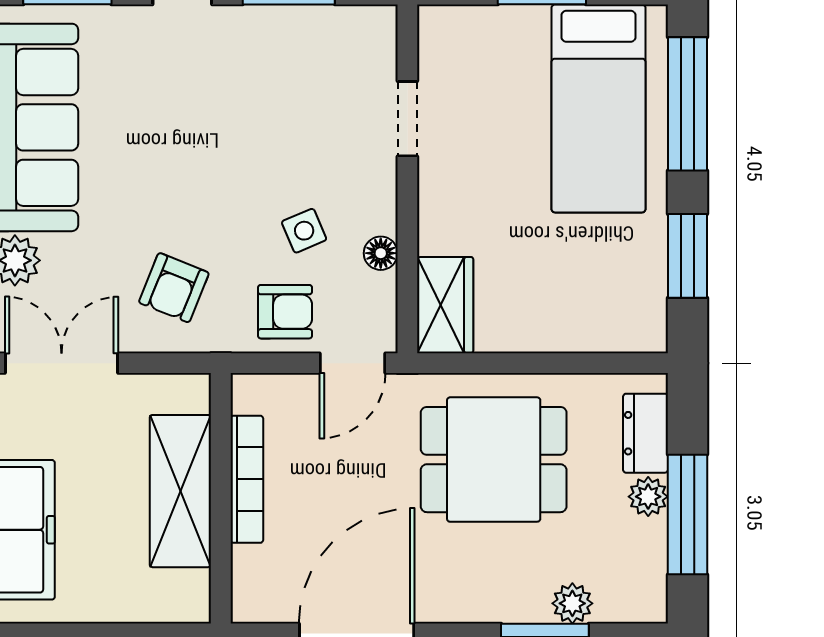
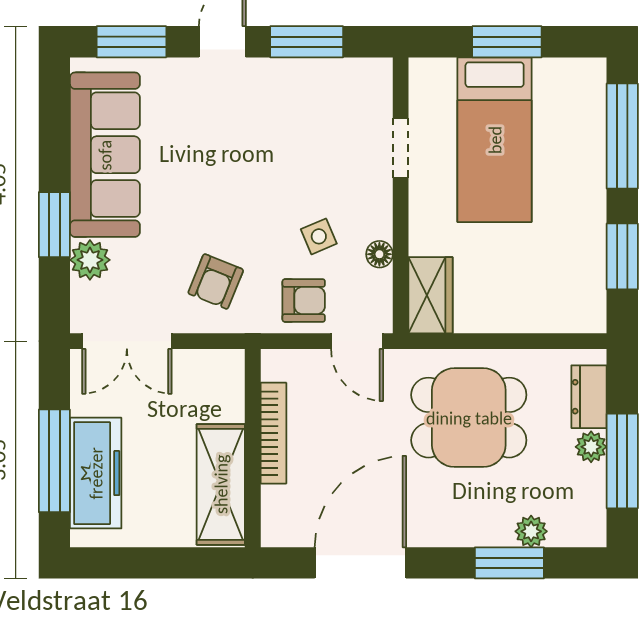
bed: (599, 108) -> (495, 140), moved
double door: (62, 363) -> (127, 341), swing flipped
door: (352, 363) -> (357, 341), hinge flipped
shelving: (180, 491) -> (221, 484), moved

